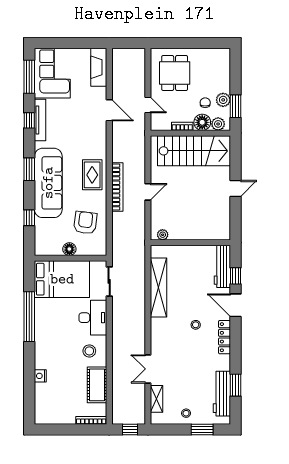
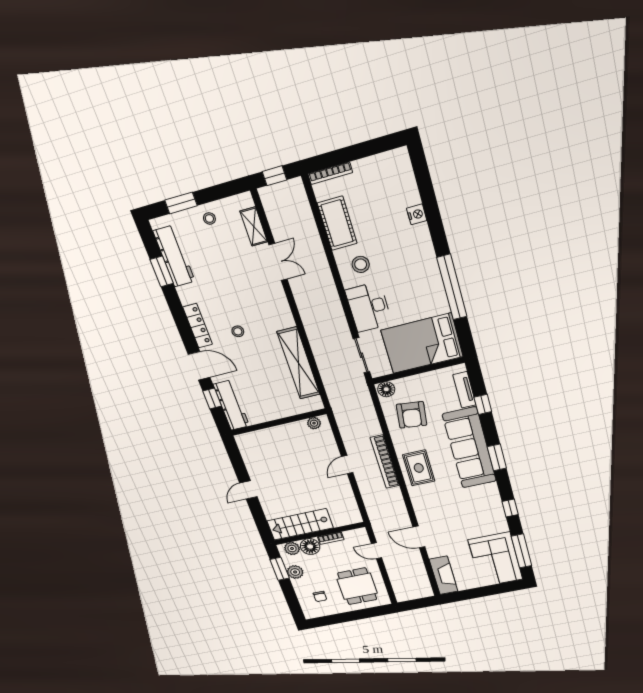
chair: (205, 103) -> (320, 597), moved
tv unit: (40, 120) -> (464, 390), moved, width x0.71
stairs: (194, 151) -> (300, 524), width x0.73, depth x0.66
floor lamp: (69, 249) -> (386, 389), moved

